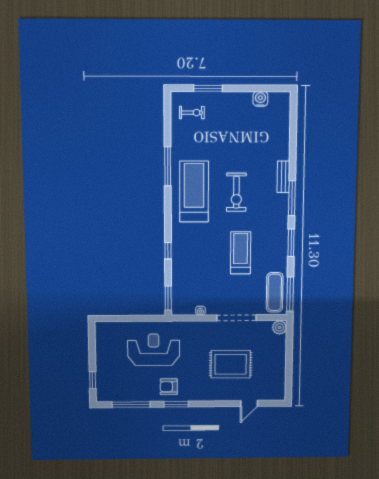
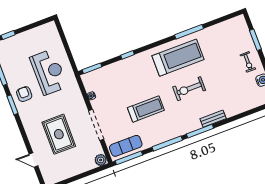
exercise bike: (192, 113) -> (248, 62), moved
window: (291, 243) -> (167, 143), width x1.44

